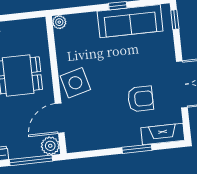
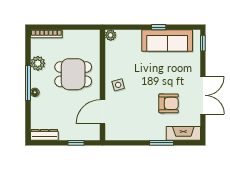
side table: (75, 83) -> (118, 85), width x0.54, depth x0.54
plant: (50, 146) -> (93, 133), removed
window: (31, 160) -> (76, 143), width x0.46

